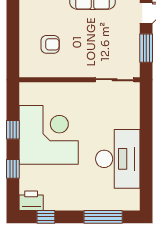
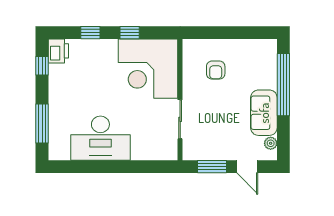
sliding door: (115, 80) -> (180, 119), moved
corner desk: (49, 135) -> (148, 69), moved, turned 90

